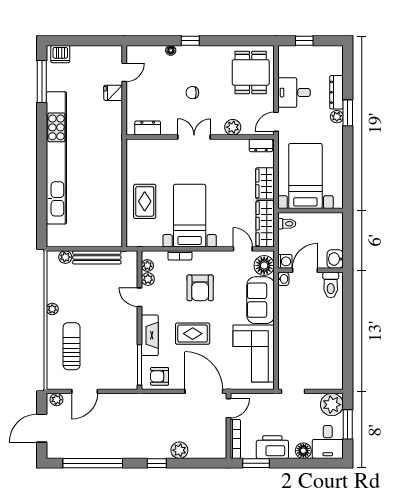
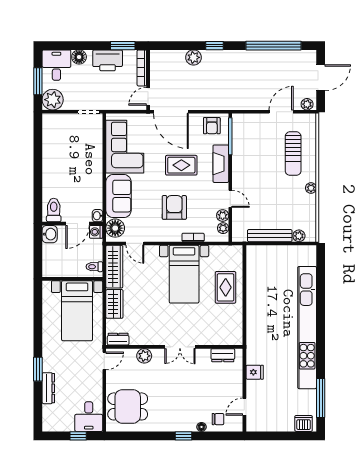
dining table: (251, 72) -> (128, 406), turned 90
fridge: (113, 93) -> (255, 372), moved
chair: (192, 93) -> (218, 419), moved
desk: (294, 93) -> (89, 417), moved, turned 90
plant: (337, 117) -> (48, 366), removed
armchair: (160, 376) -> (212, 126), turned 90

